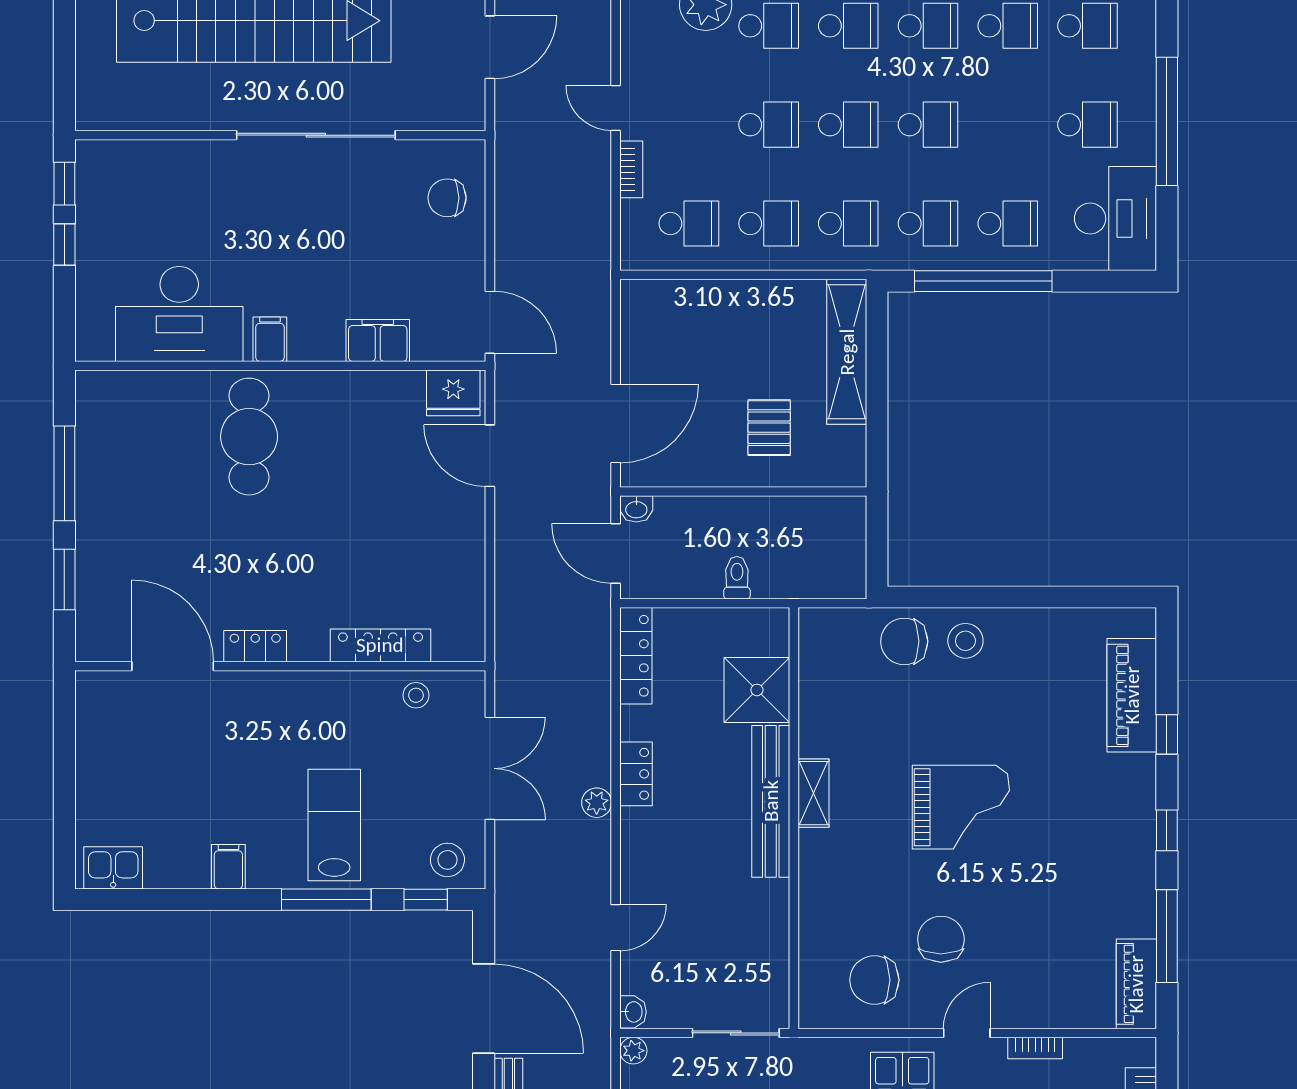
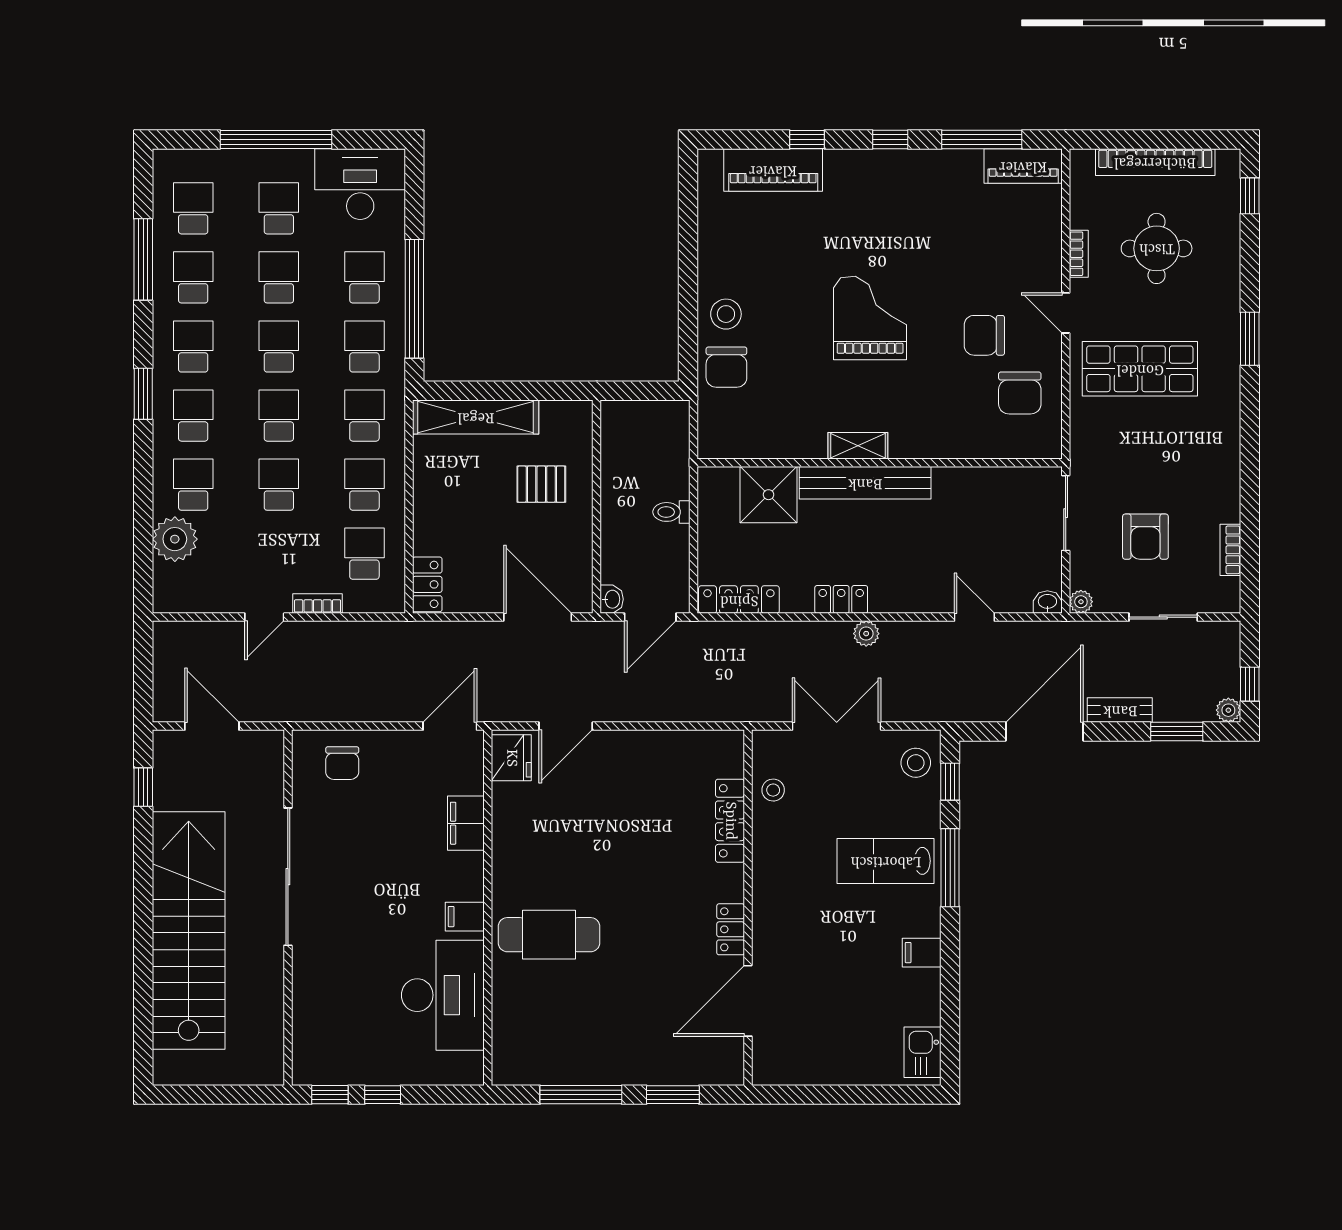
school desk: (1008, 125) -> (279, 277), added
locker: (653, 296) -> (427, 584), added

